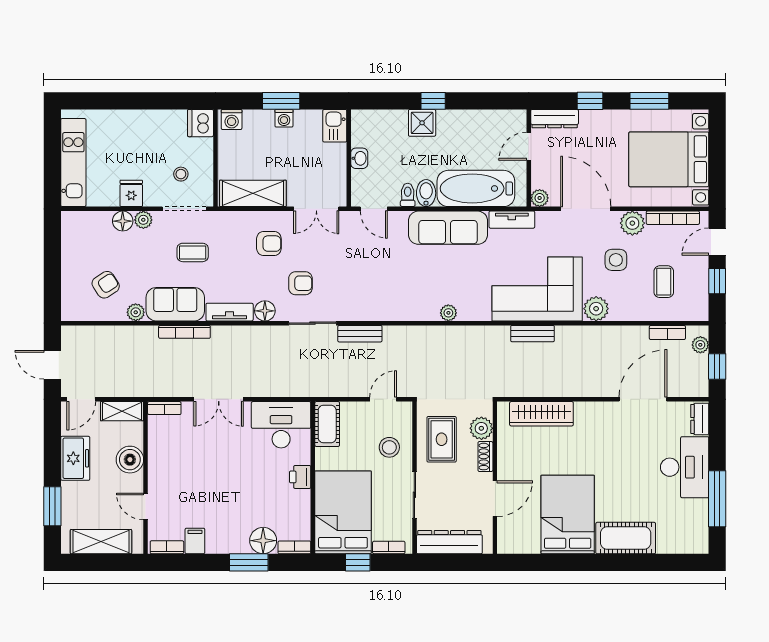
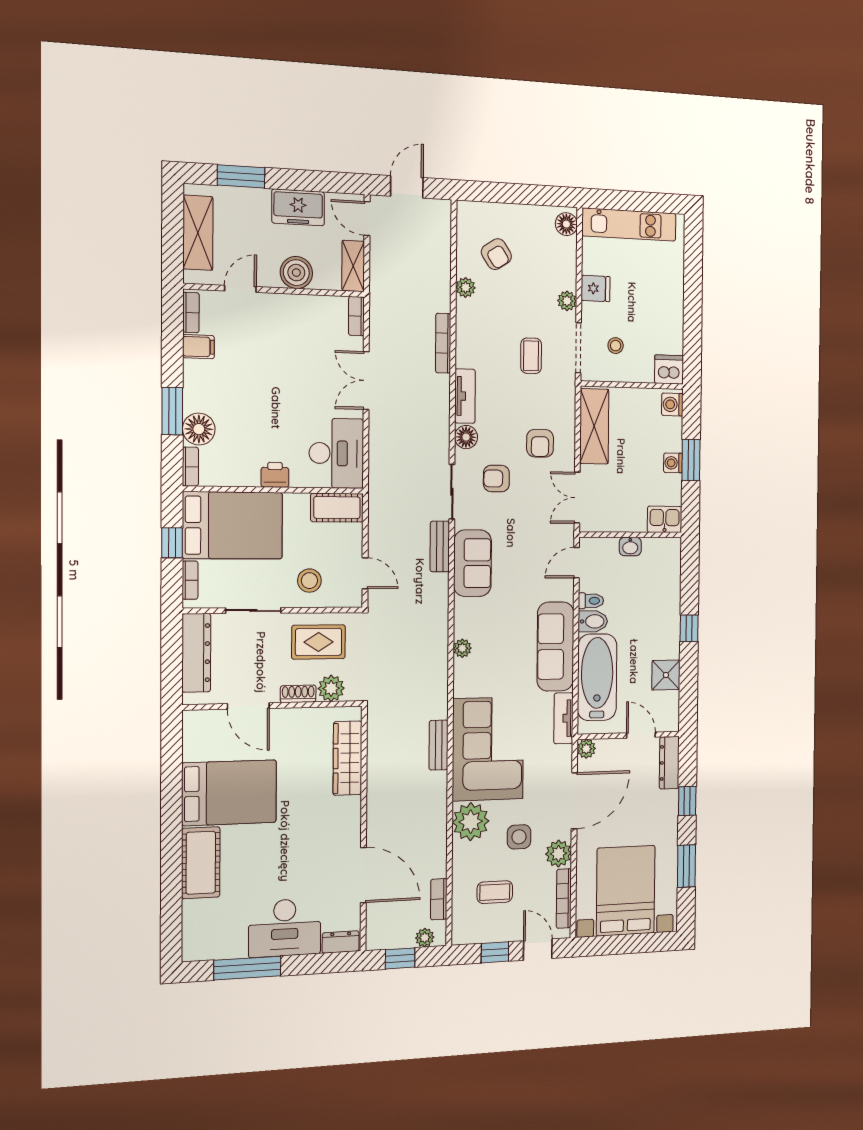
shower: (422, 123) -> (666, 675), moved
floor lamp: (123, 221) -> (566, 224), moved
armchair: (300, 283) -> (496, 479), turned 90
sofa: (175, 304) -> (472, 563), moved
plant: (596, 309) -> (471, 822), width x1.36, depth x1.36

